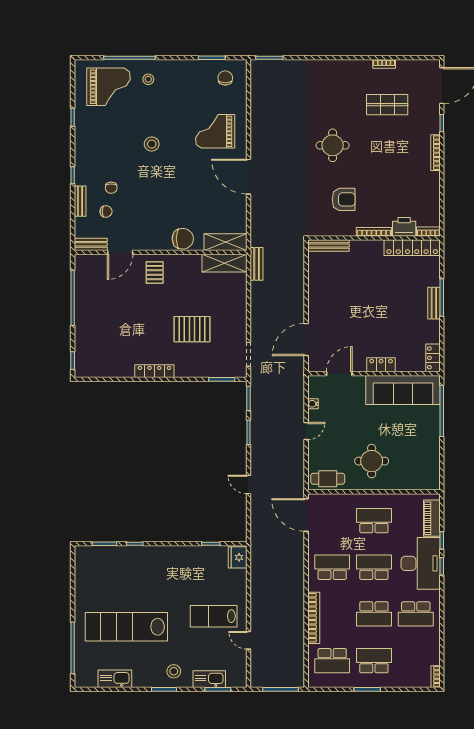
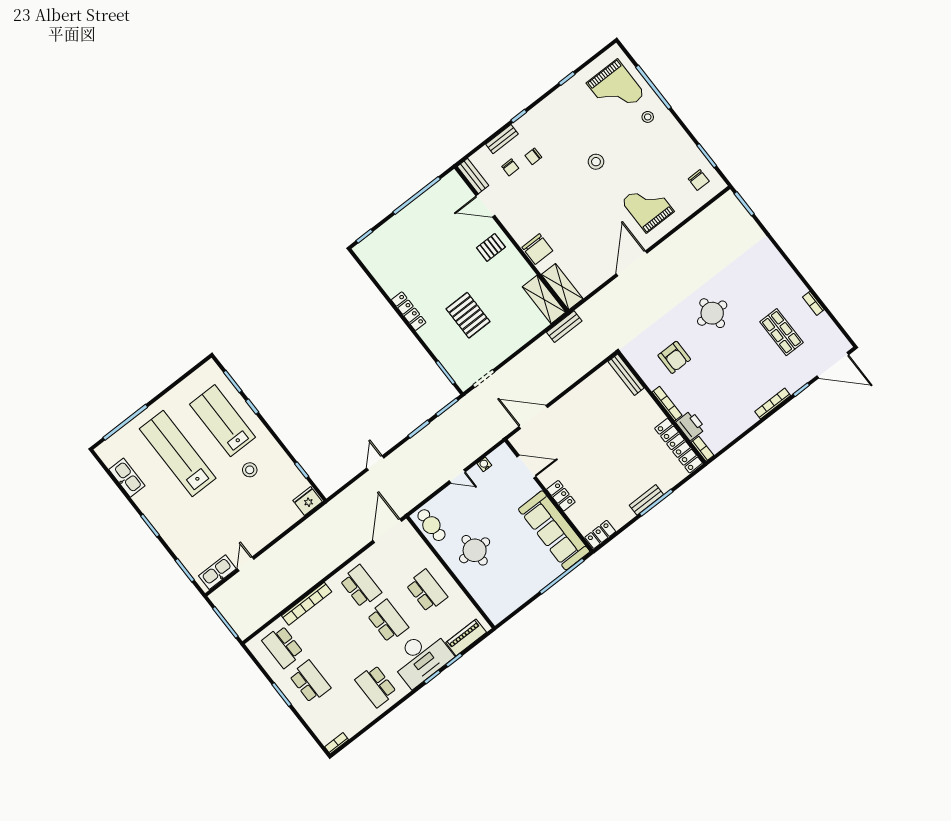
chair: (225, 78) -> (699, 180), turned 90
school desk: (374, 614) -> (349, 651), removed
lab bench: (214, 616) -> (223, 421), moved, width x1.36, depth x1.39
stool: (174, 671) -> (250, 470), moved
kitchen sink: (209, 679) -> (217, 572), moved, turned -90

